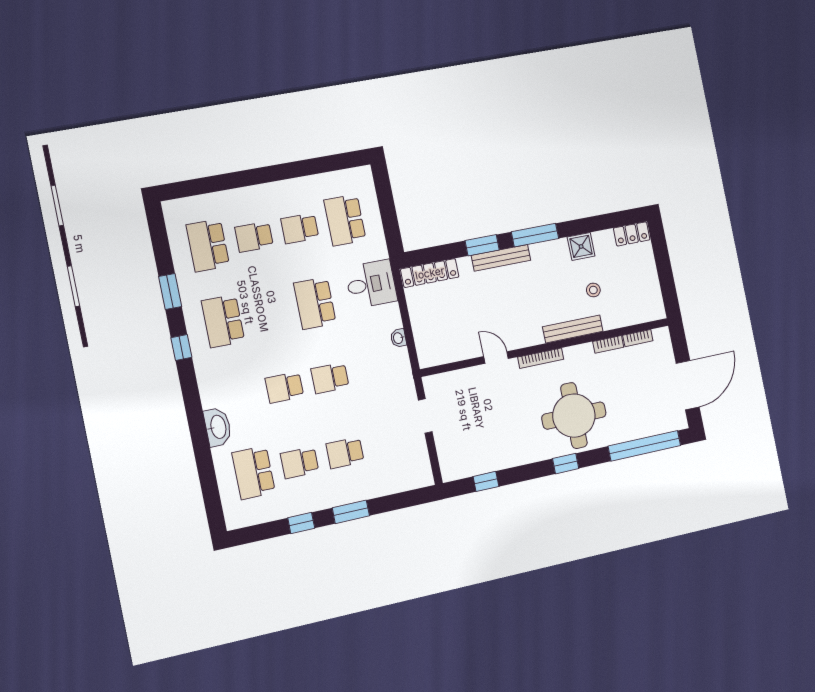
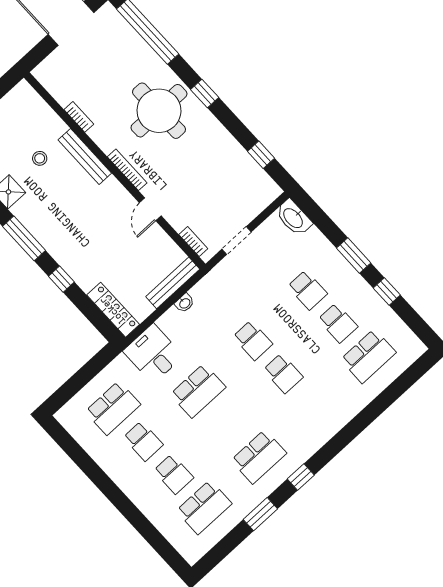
window: (482, 245) -> (61, 279), width x0.67
bench: (501, 258) -> (173, 283), moved, turned 90
bookcase: (638, 338) -> (193, 242), moved
washbasin: (218, 427) -> (294, 218), moved, turned -90

